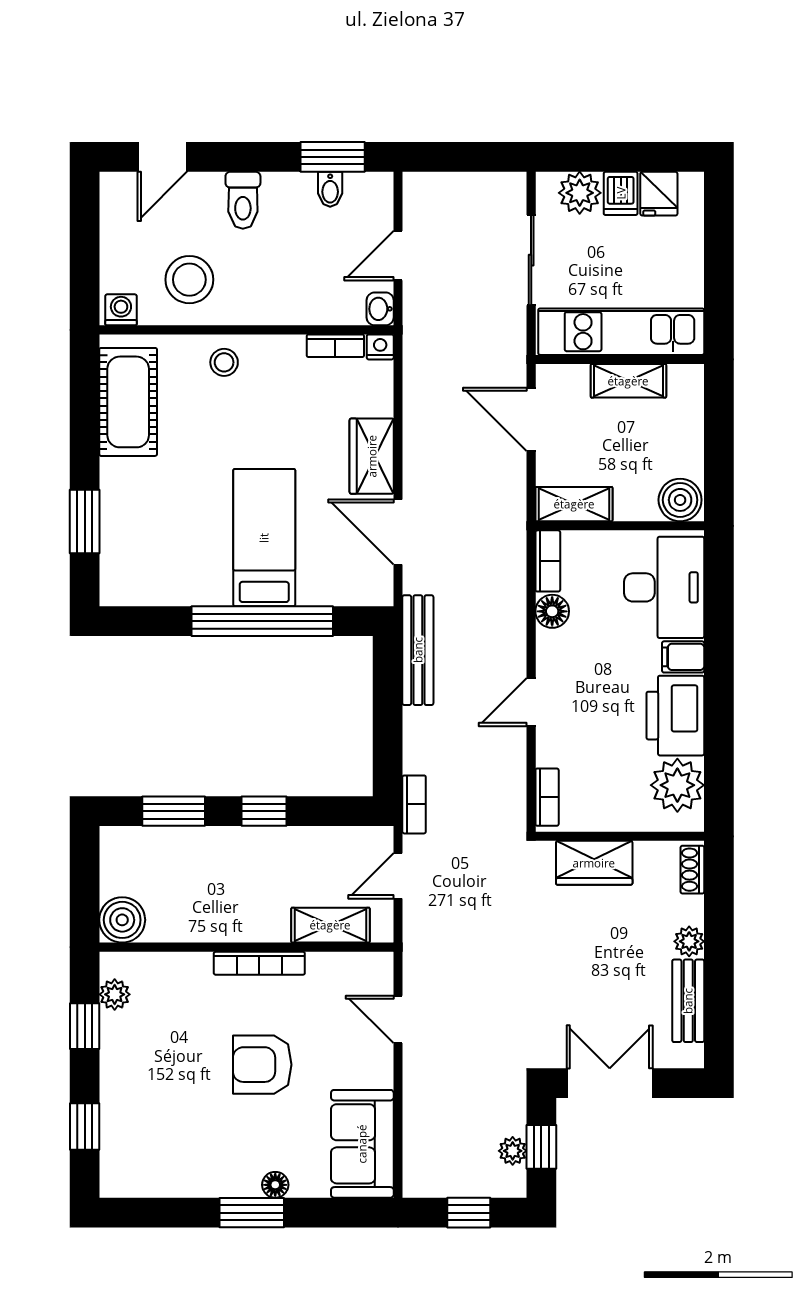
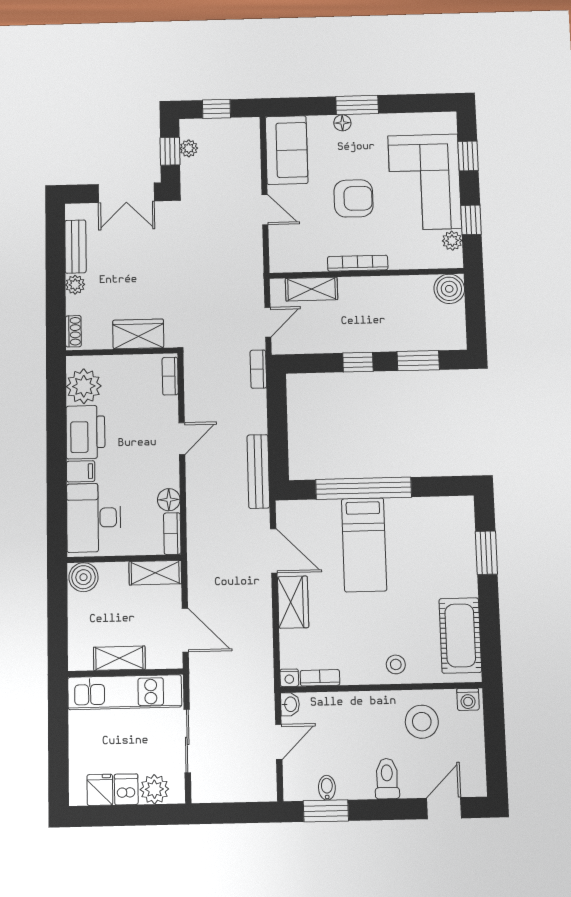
door: (398, 1019) -> (265, 210), moved
corner sofa: (153, 1087) -> (425, 182), added

